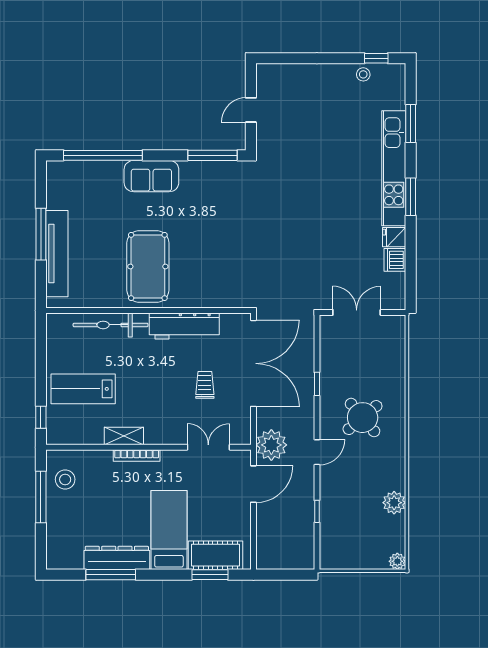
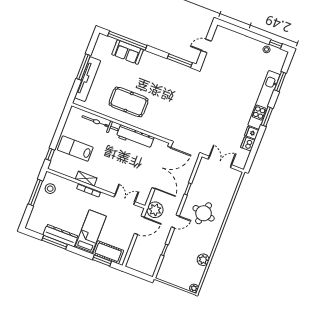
sofa: (151, 176) -> (128, 52), moved
pool table: (148, 266) -> (129, 102), turned 90
trolley: (205, 385) -> (134, 169), removed
round table: (363, 418) -> (204, 213), turned -38

